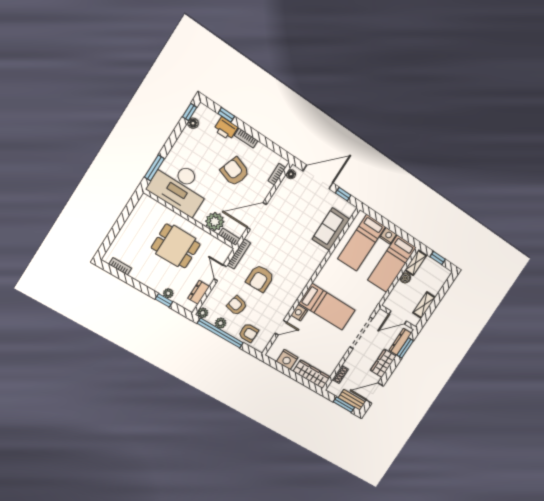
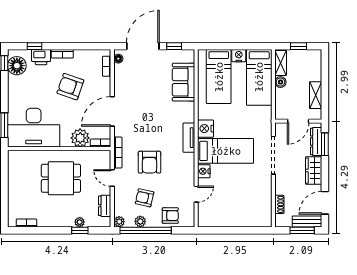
floor lamp: (193, 123) -> (17, 66), width x1.89, depth x1.89
tv unit: (305, 278) -> (189, 138), added
nightstand: (287, 360) -> (206, 129), moved, turned 90
wardrobe: (312, 374) -> (253, 220), removed

